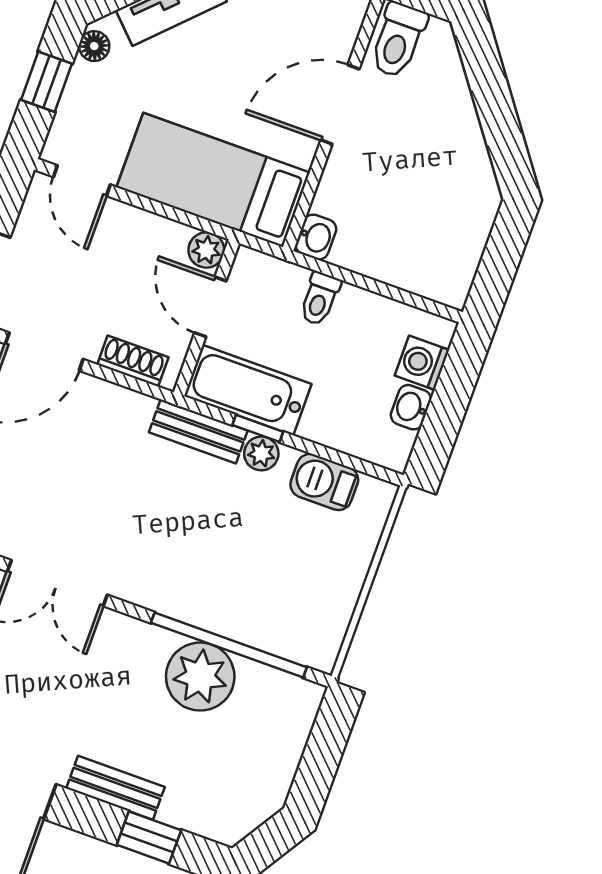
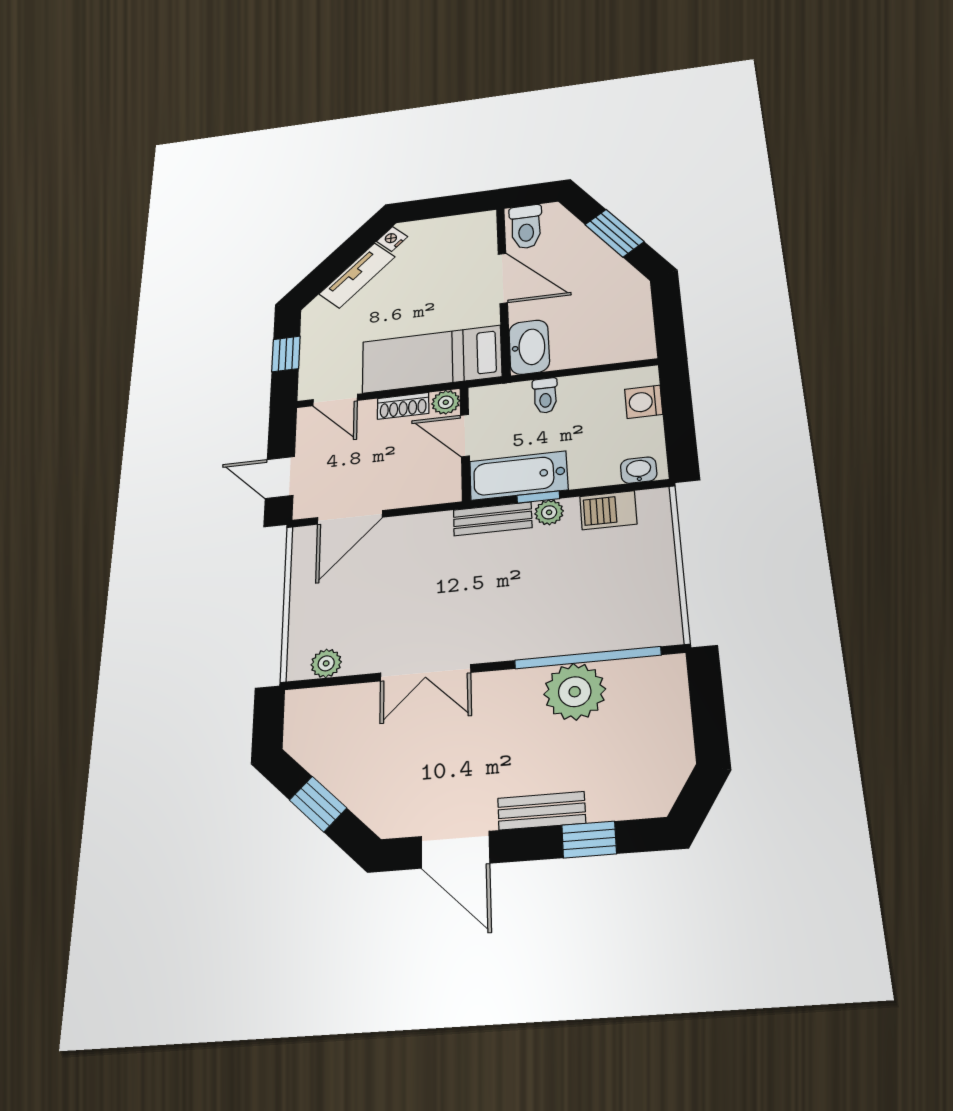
floor lamp: (94, 46) -> (312, 320), removed
door: (340, 104) -> (503, 278), swing flipped
window: (495, 107) -> (614, 233), added
washbasin: (316, 237) -> (529, 347), width x1.91, depth x1.45
shoe rack: (133, 361) -> (403, 406), moved, turned 180
washbasin: (411, 407) -> (639, 470), moved, turned 90

